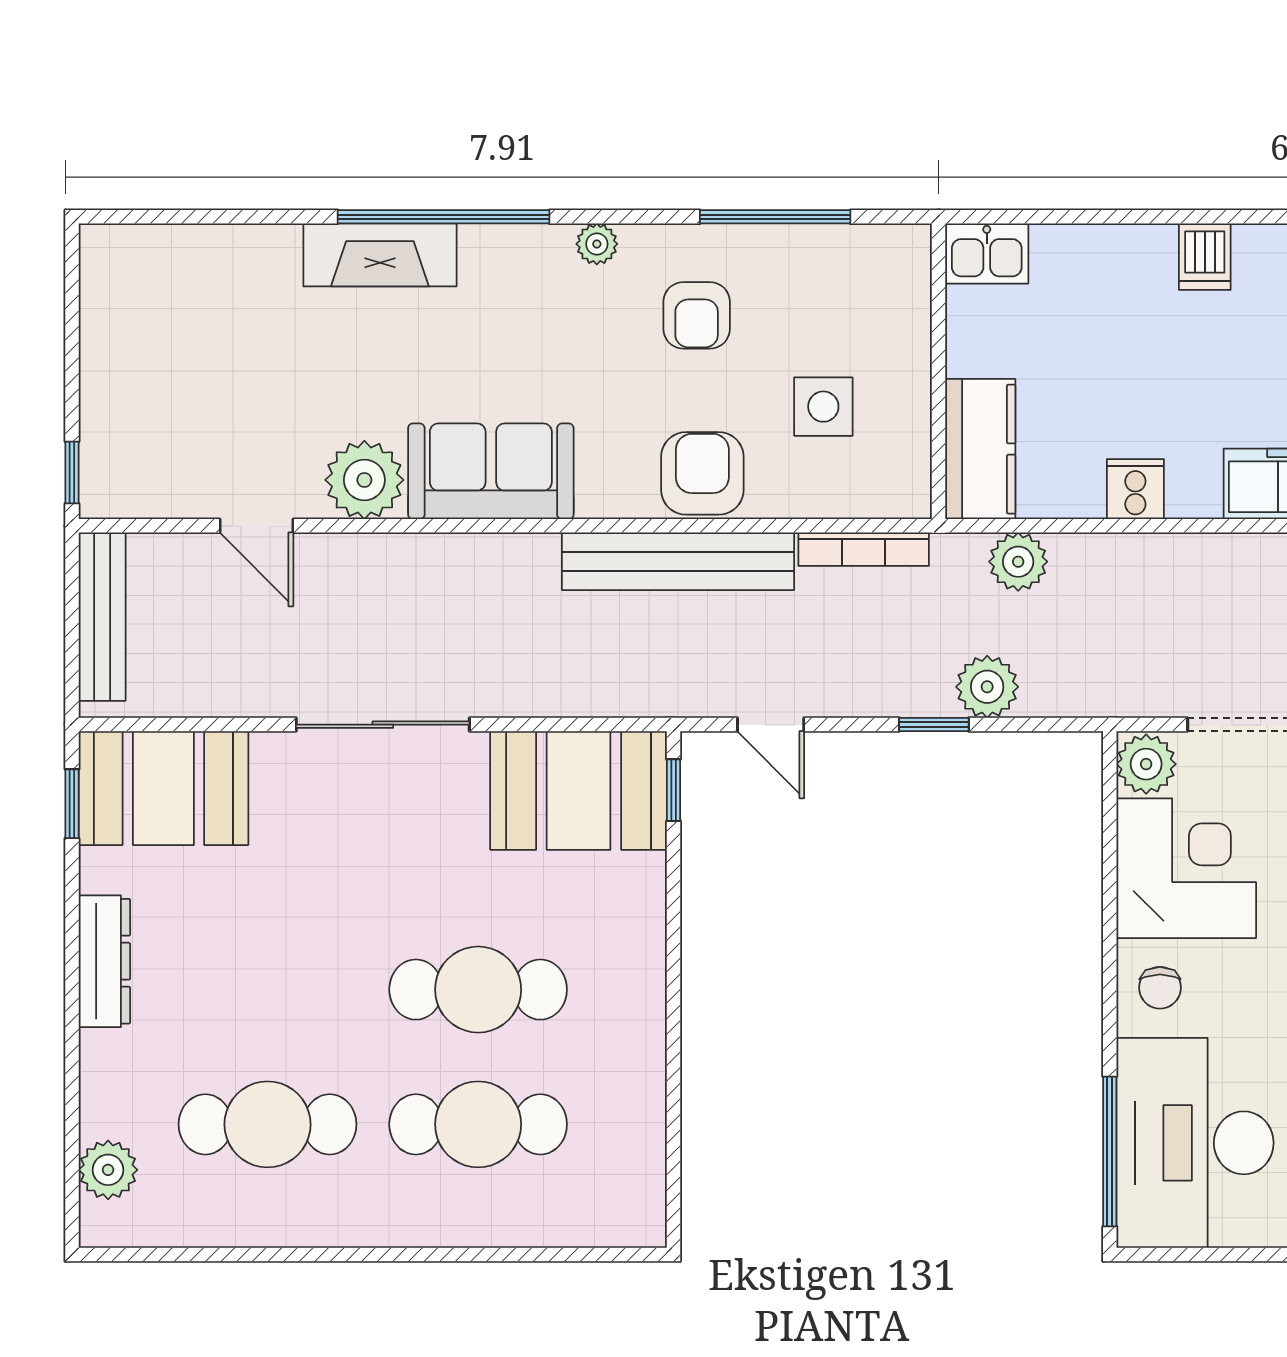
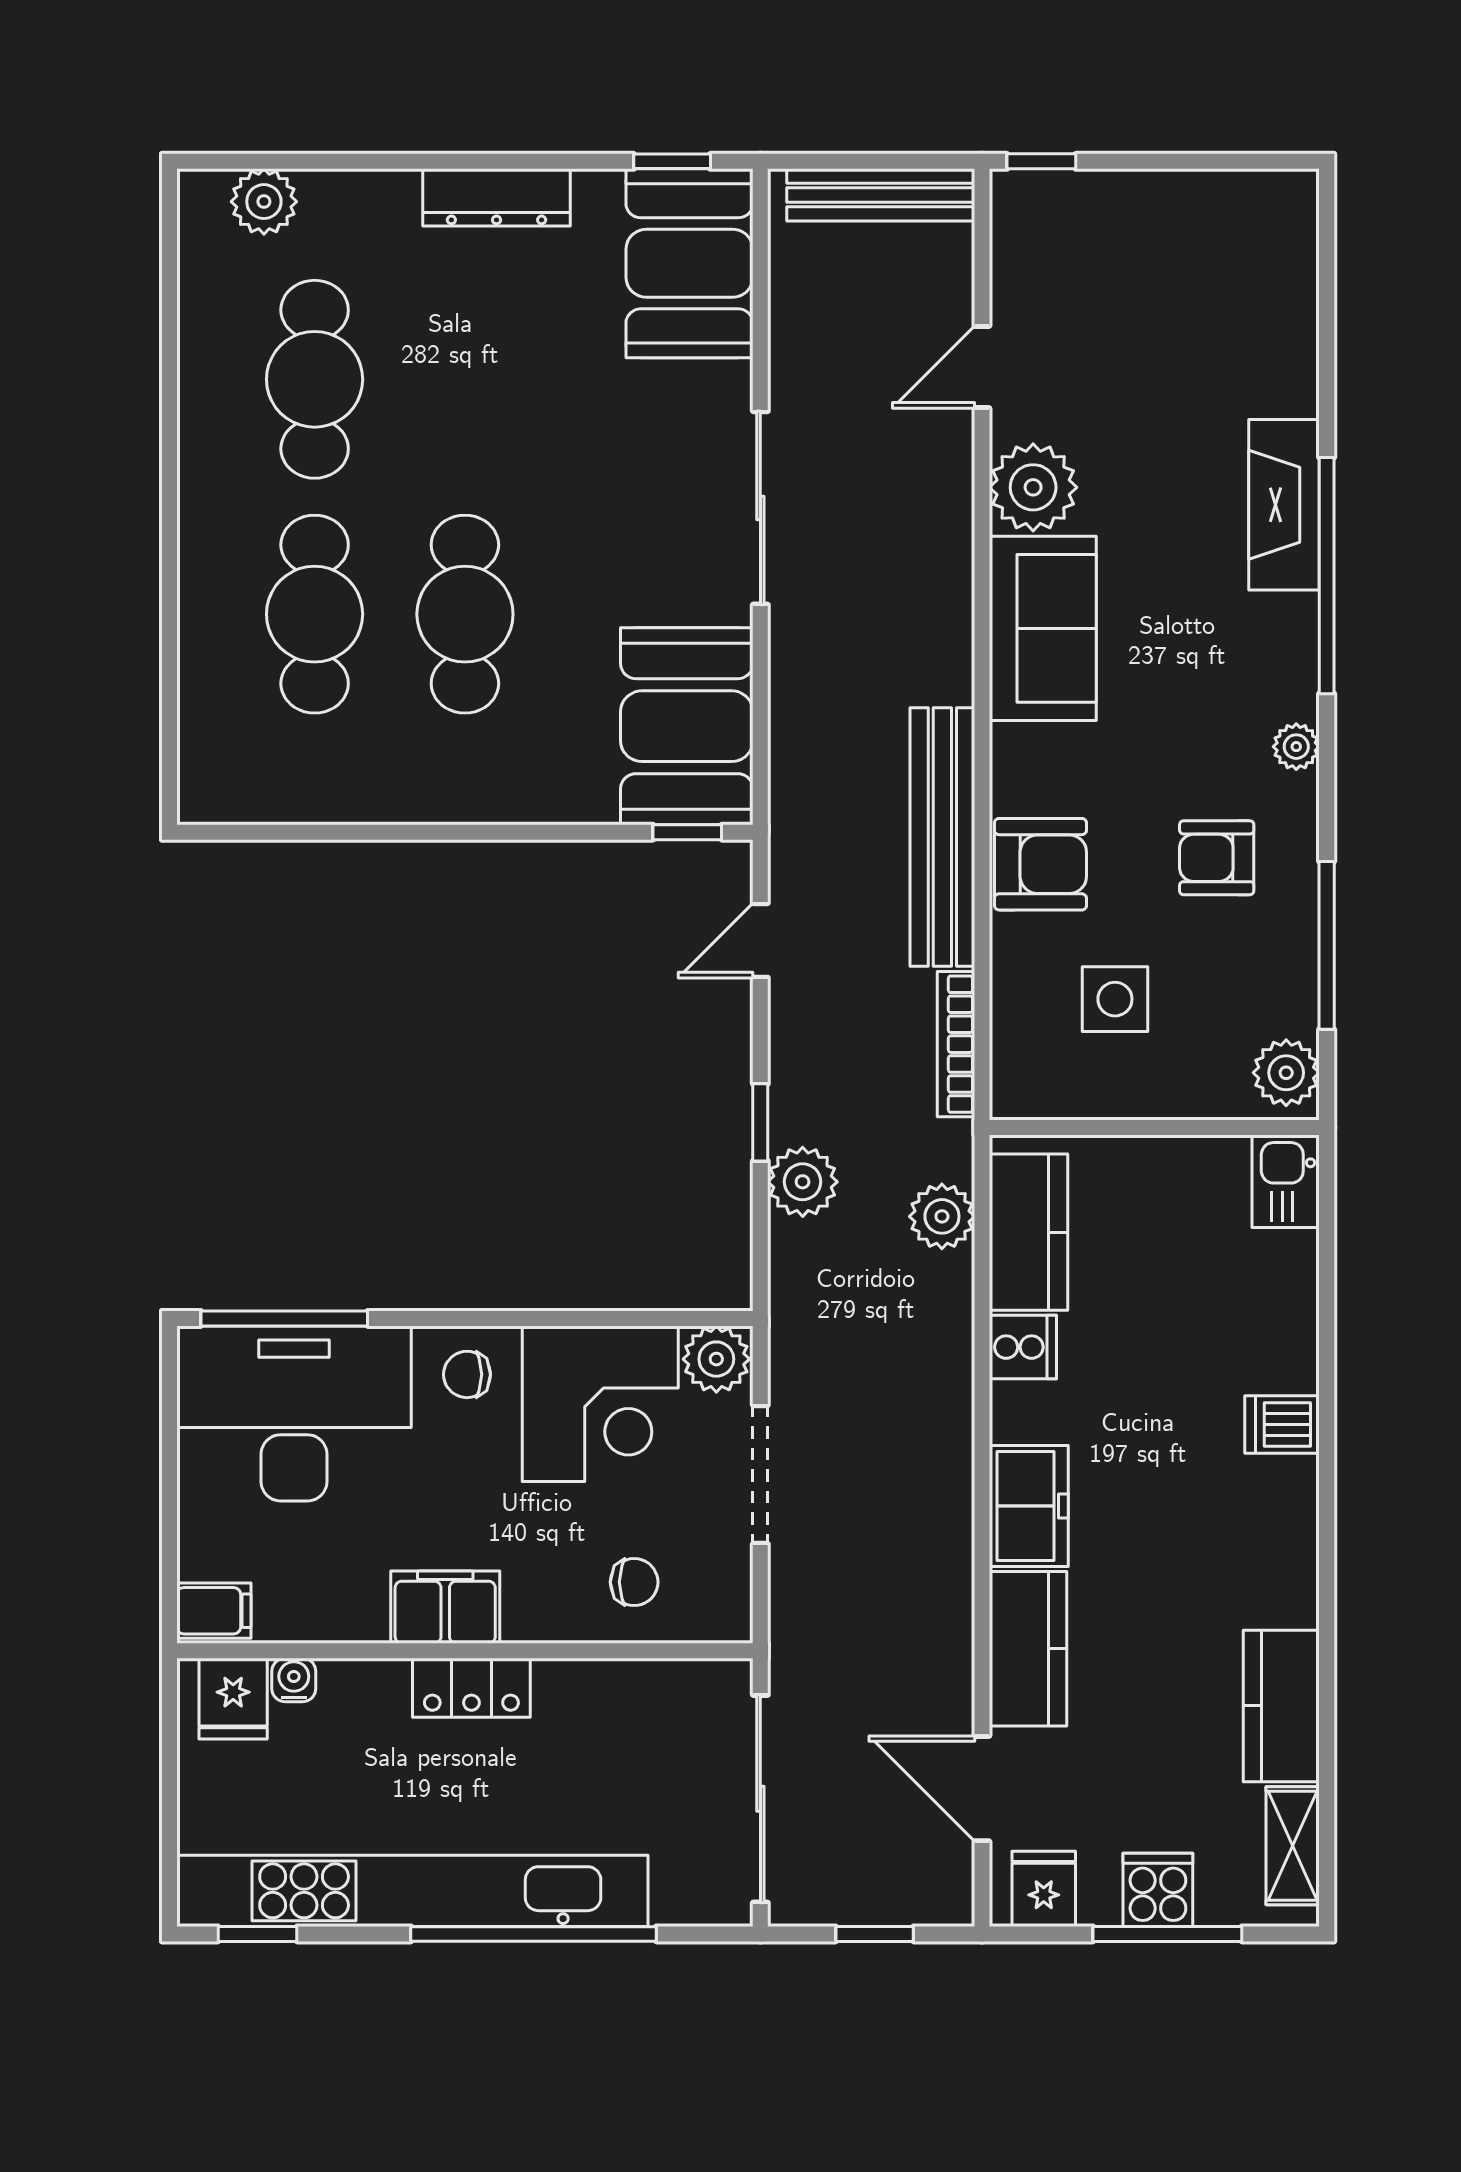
plant: (889, 253) -> (1286, 1073), added
kitchen counter: (980, 449) -> (1028, 1232), moved, turned -90

